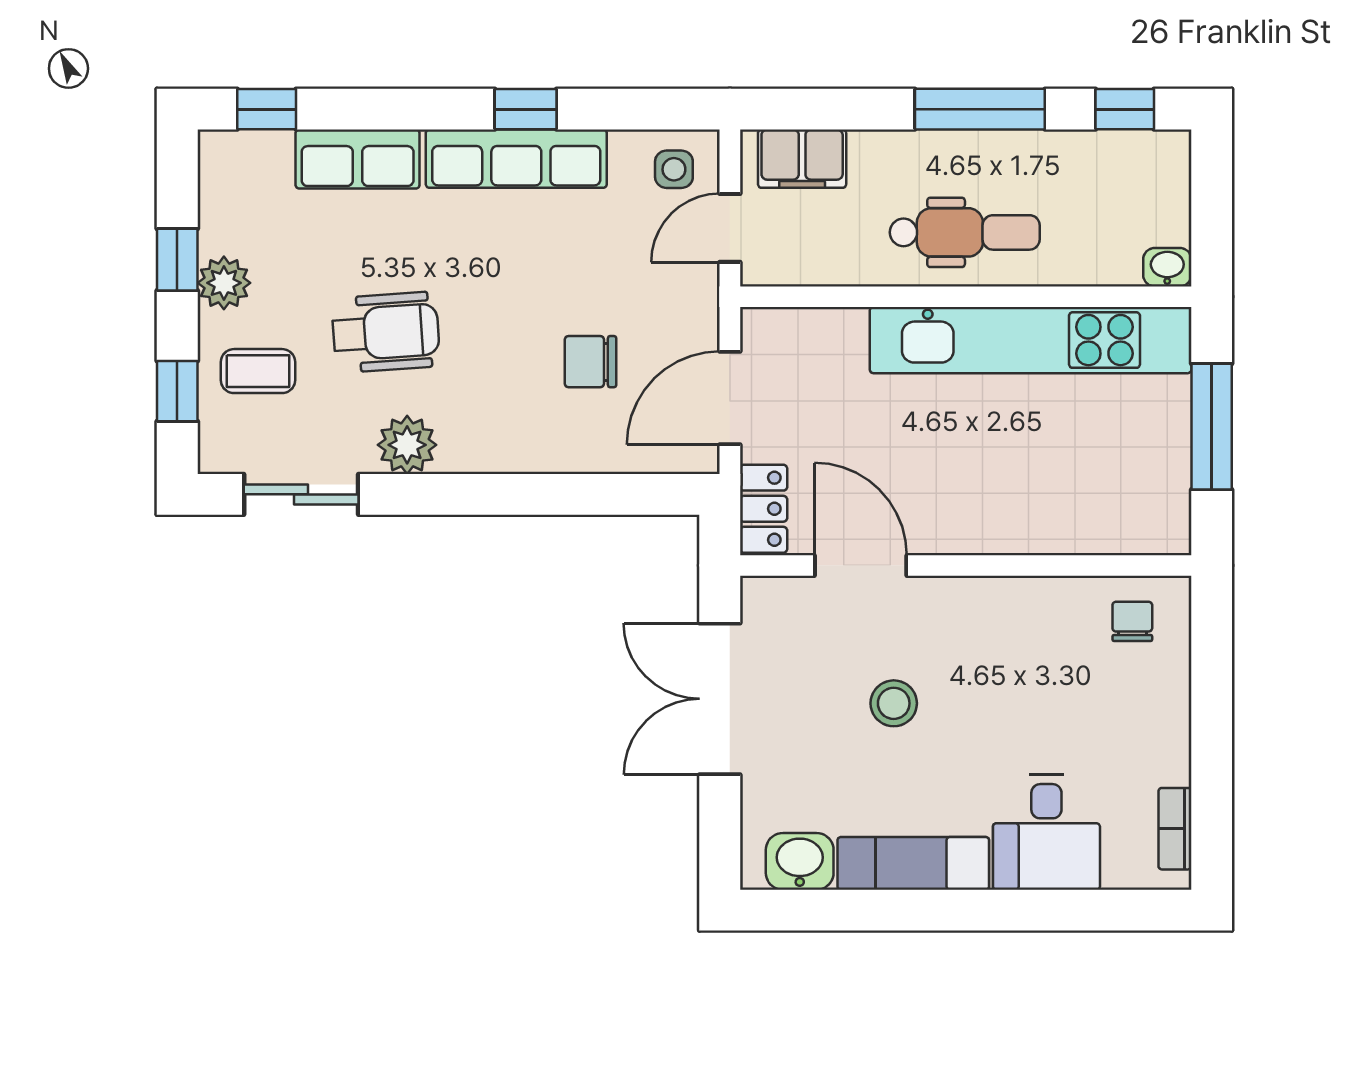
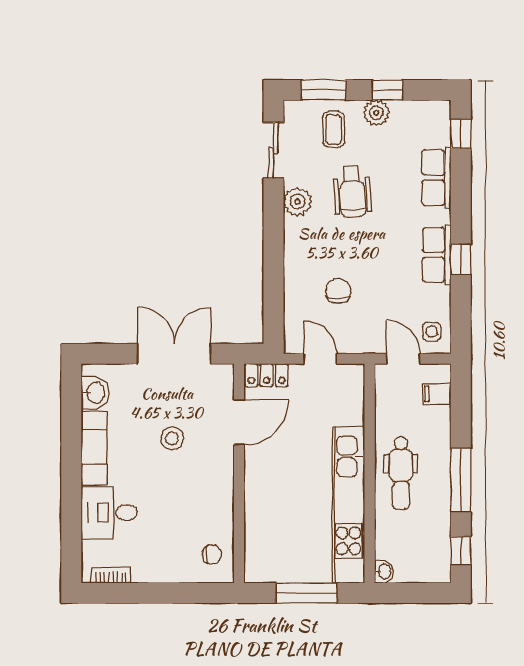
row of seats: (516, 159) -> (437, 255), width x0.68
filing cabinet: (802, 159) -> (437, 394), width x0.50
window: (177, 391) -> (324, 90), width x1.50
door: (730, 398) -> (320, 359), width x0.73

